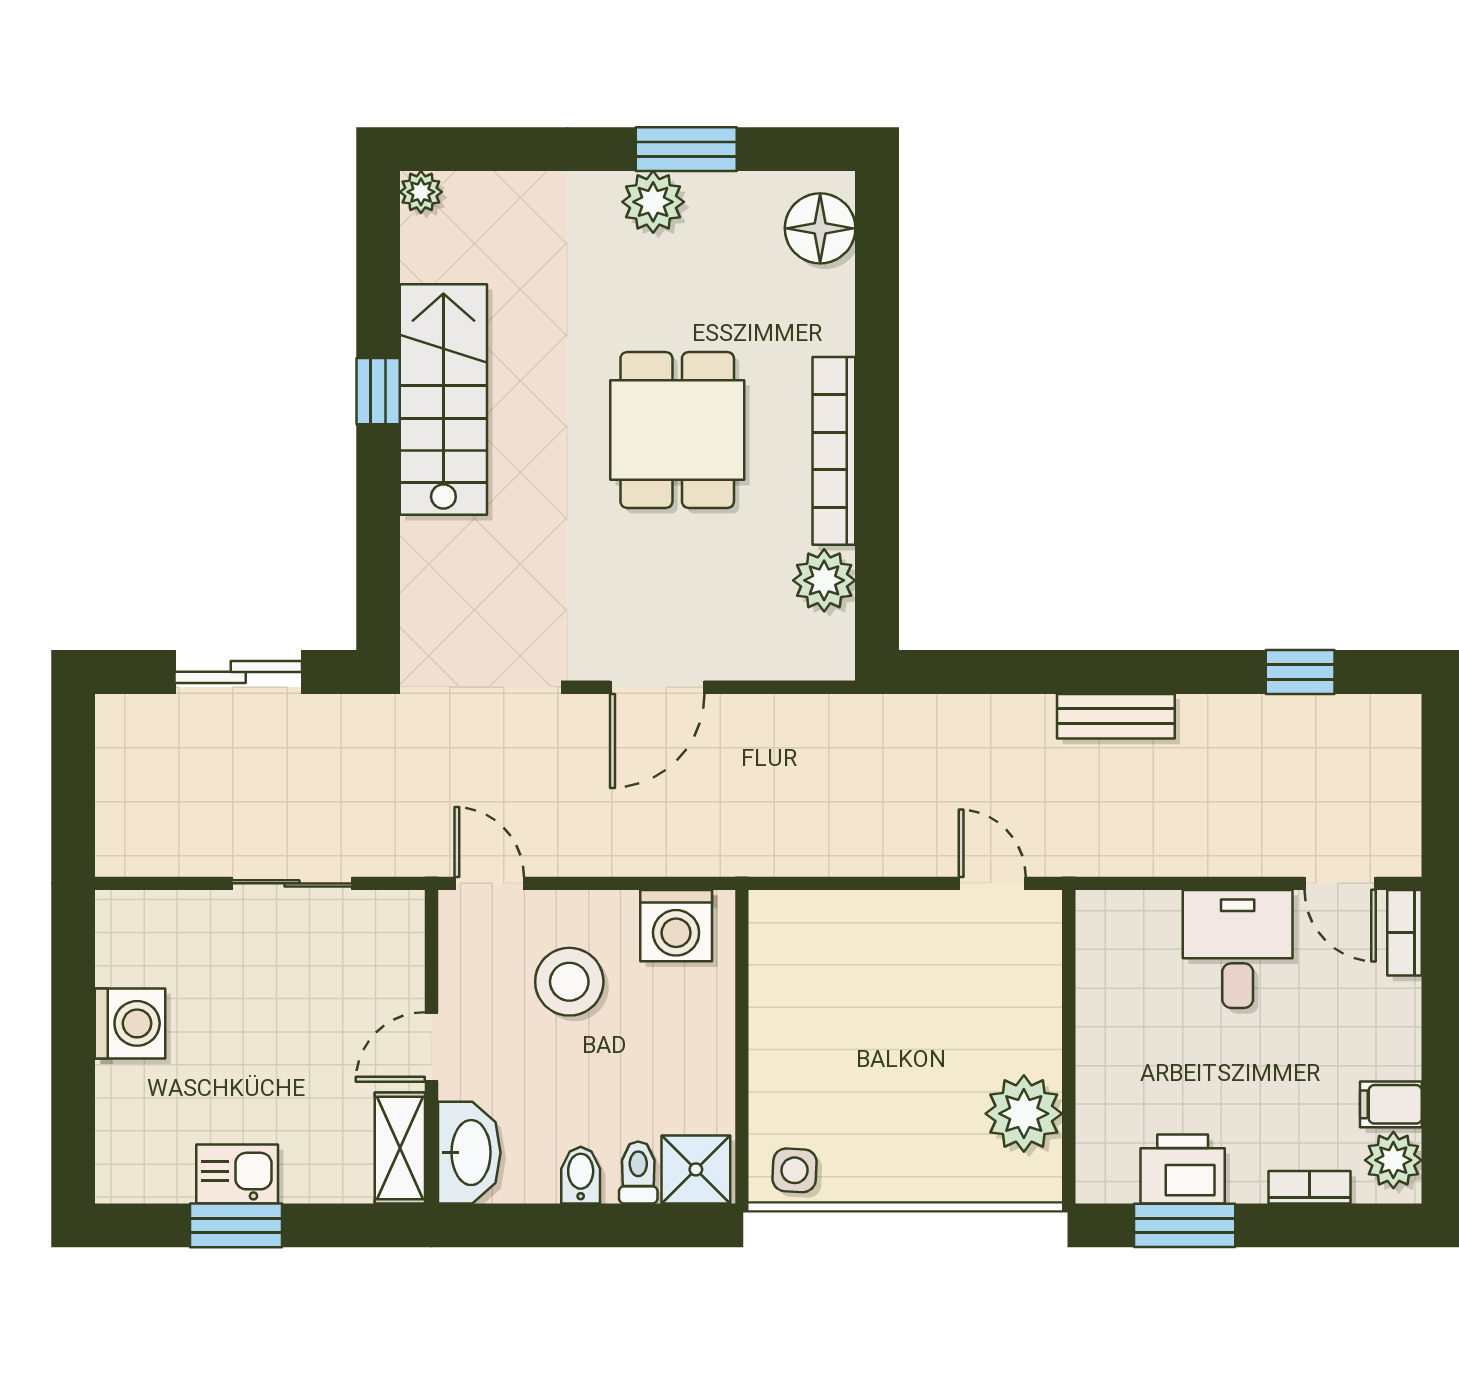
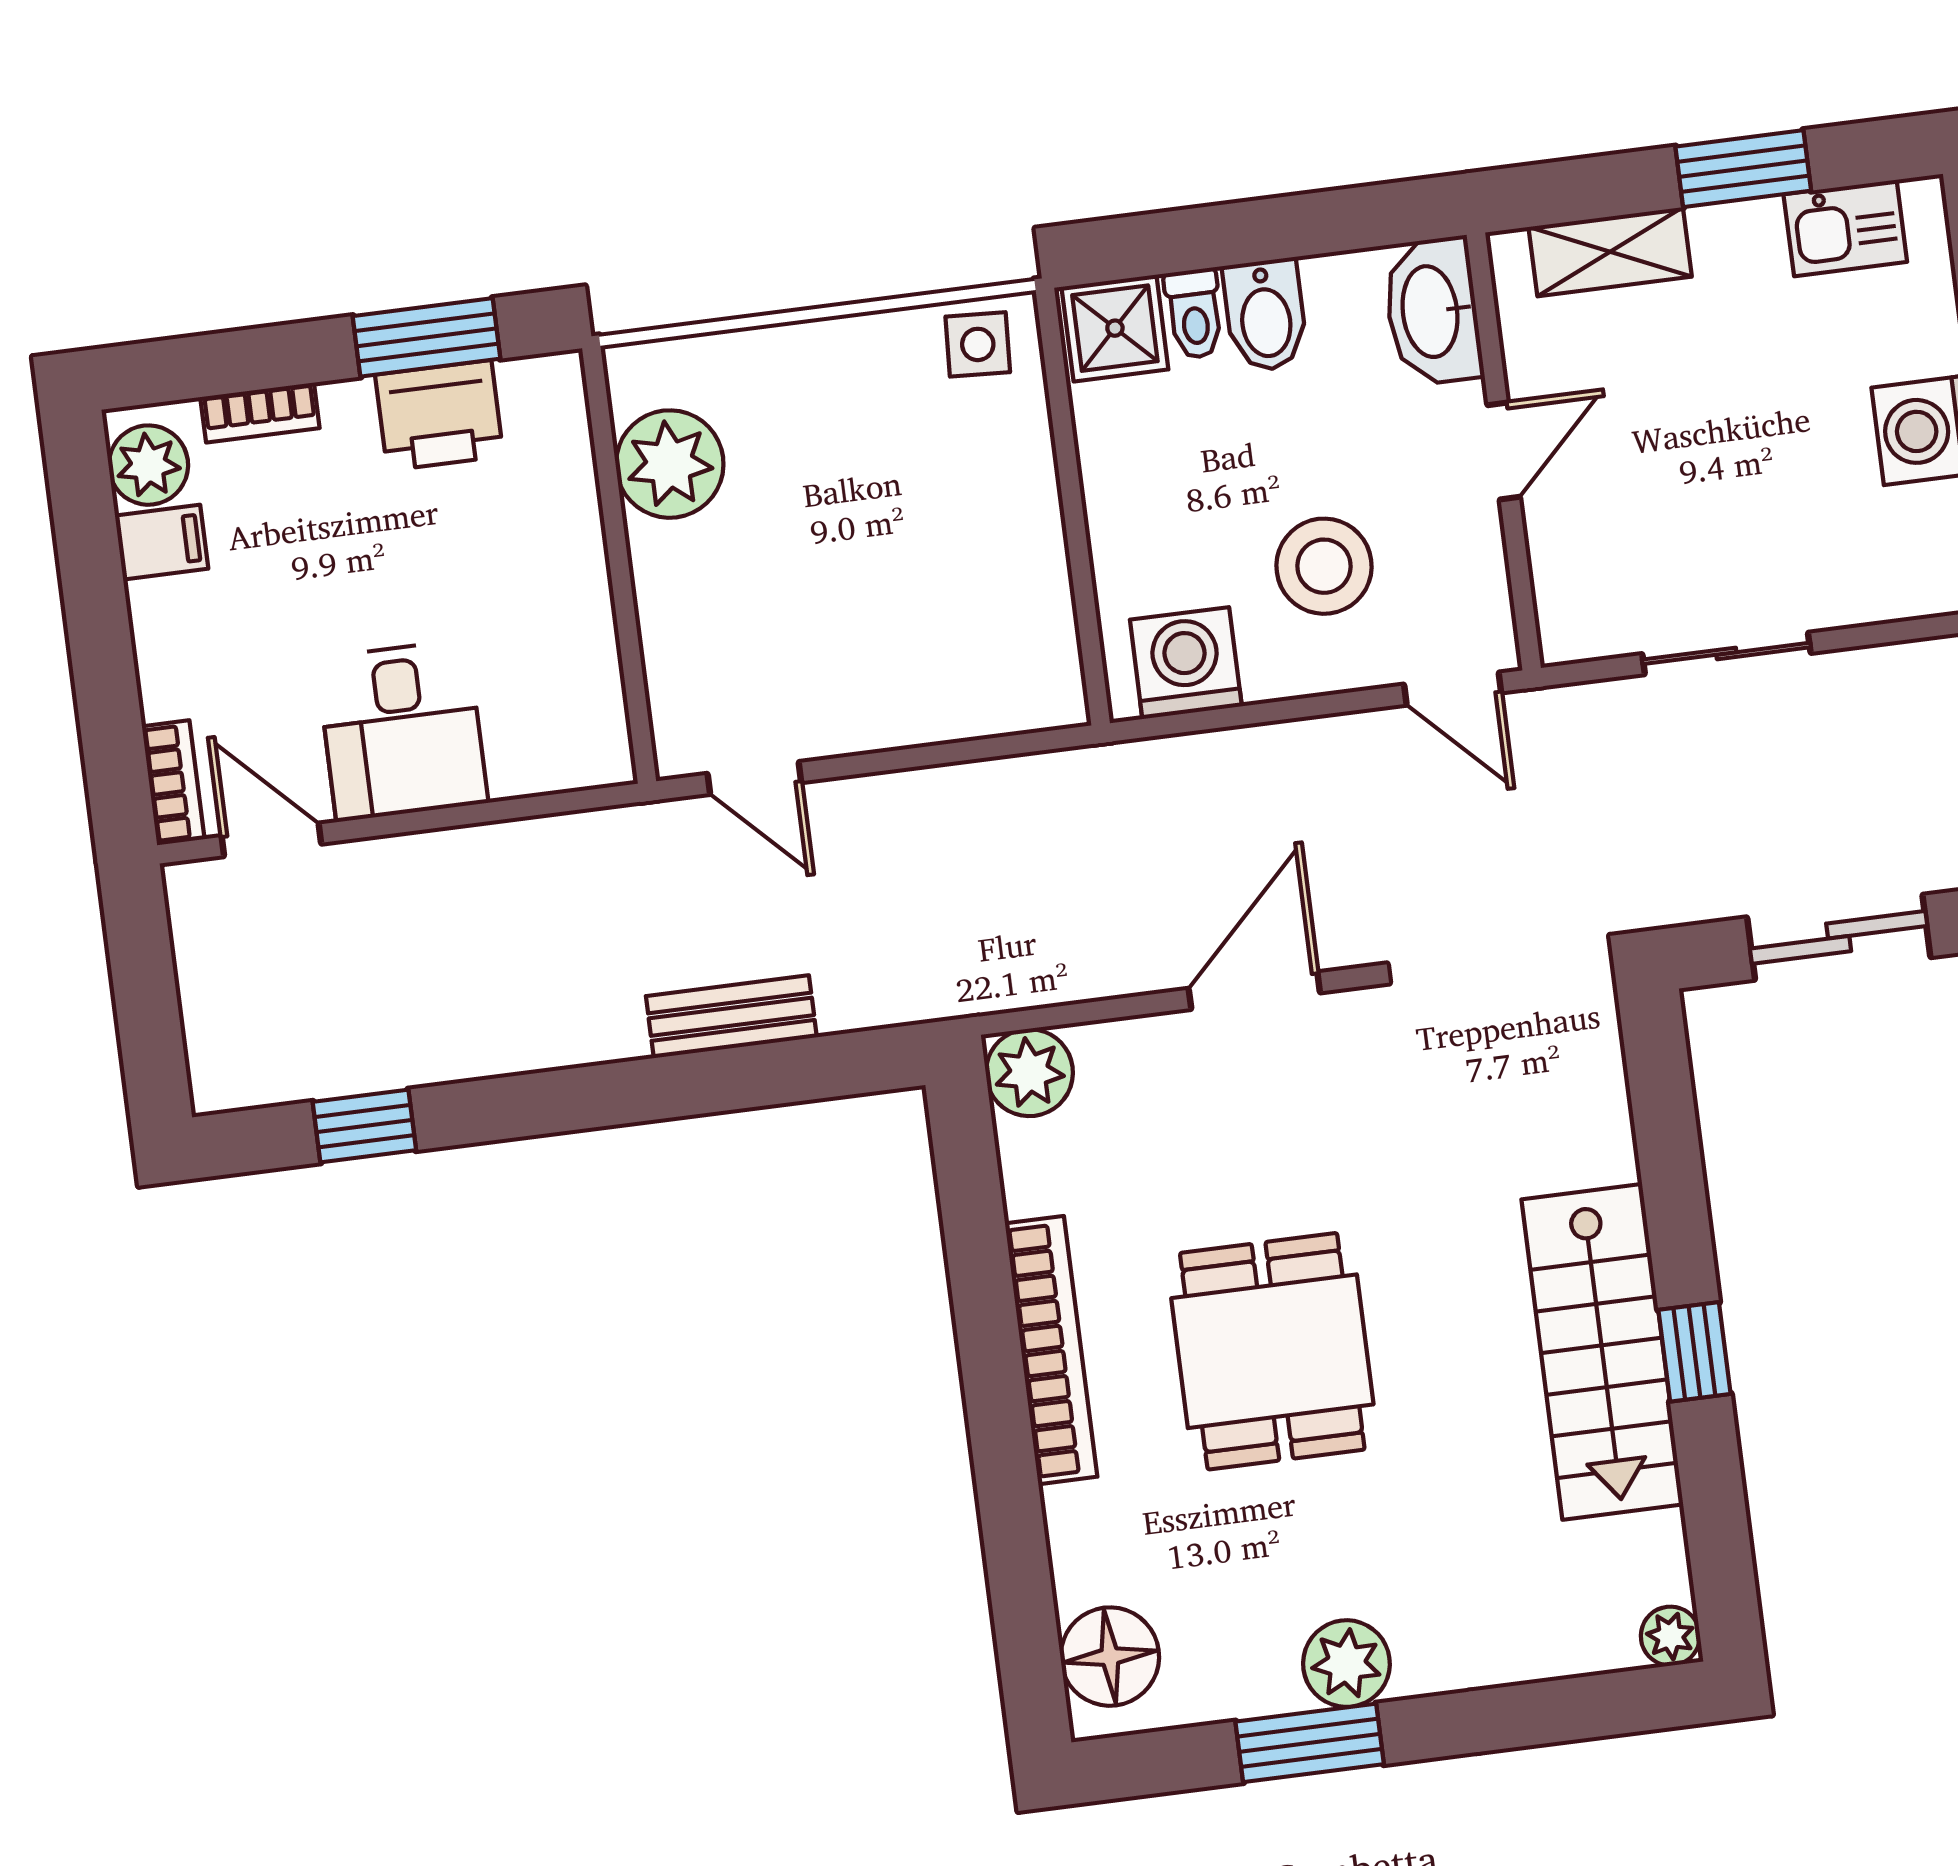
plant: (824, 580) -> (1029, 1073), moved
bench: (1116, 716) -> (731, 1017), moved
shelving: (400, 1148) -> (1610, 252), moved, turned 90
kitchen sink: (237, 1174) -> (1845, 228), moved
bidet: (581, 1175) -> (1265, 315), width x1.38, depth x1.36

